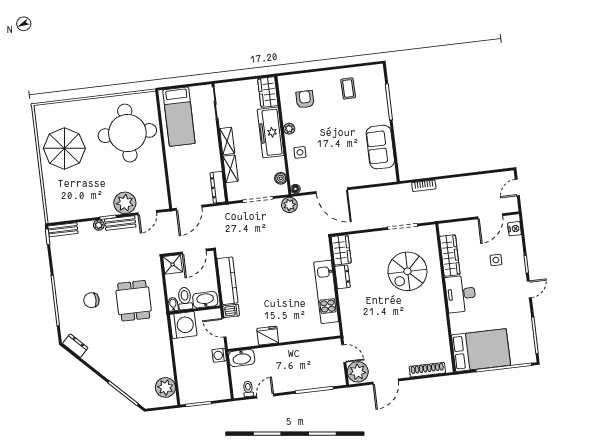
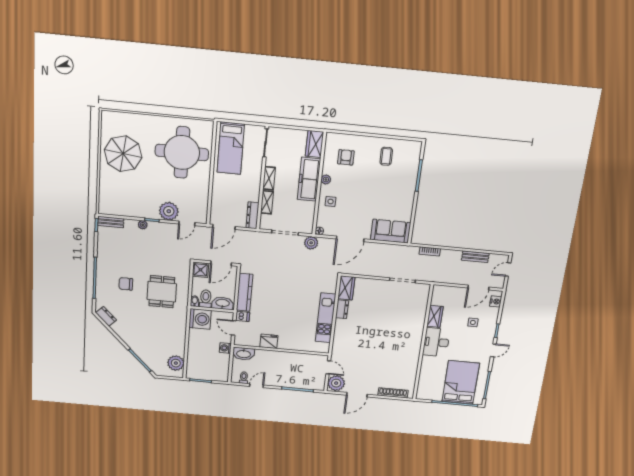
sofa: (380, 147) -> (391, 231), moved, turned 90
boiler: (281, 178) -> (309, 219), removed
door: (332, 191) -> (350, 239), hinge flipped
bench: (120, 223) -> (475, 257), moved
wardrobe: (450, 255) -> (435, 316), width x0.67
spiral stairs: (407, 271) -> (397, 316), removed
bed: (481, 350) -> (461, 382), moved, turned -90

